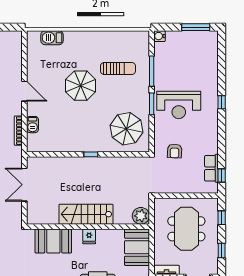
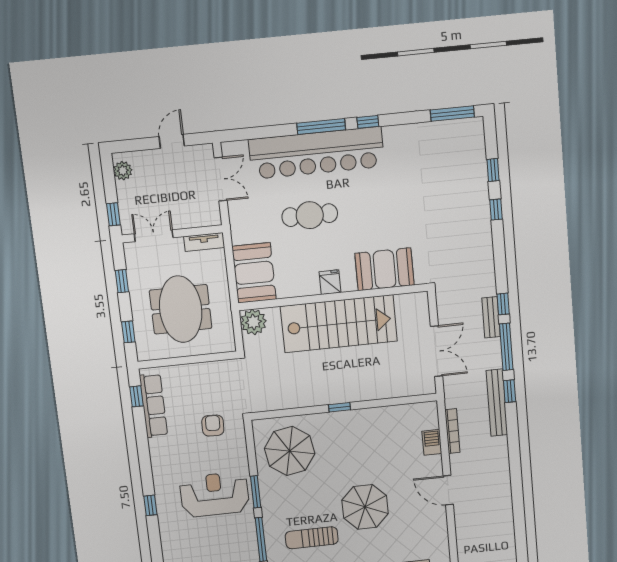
row of seats: (211, 168) -> (153, 406), width x1.48
stairs: (86, 214) -> (339, 324), width x1.36, depth x1.51

